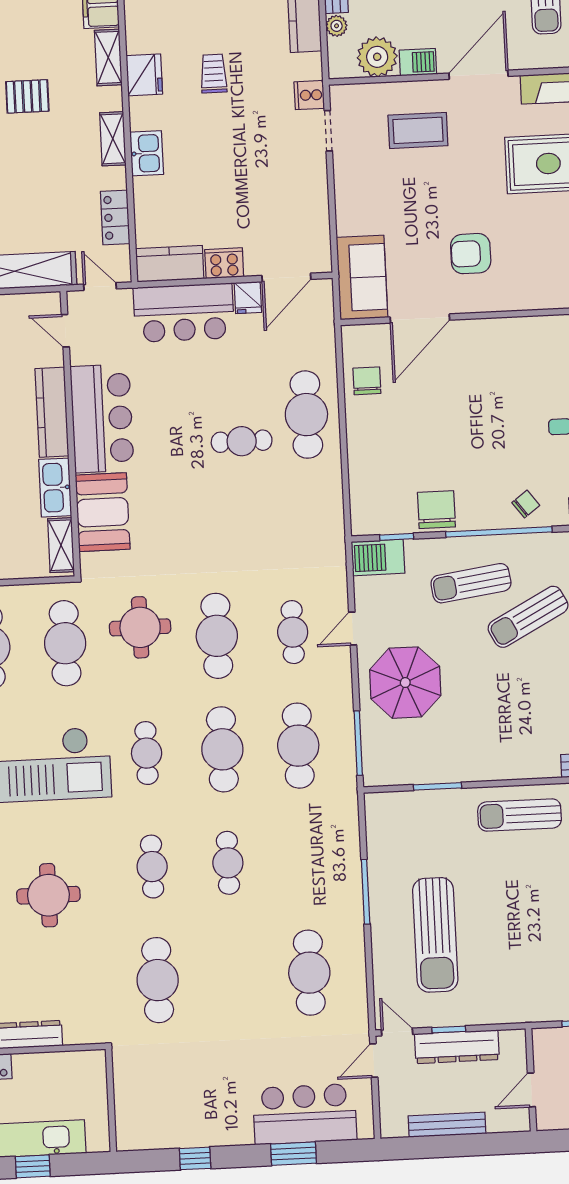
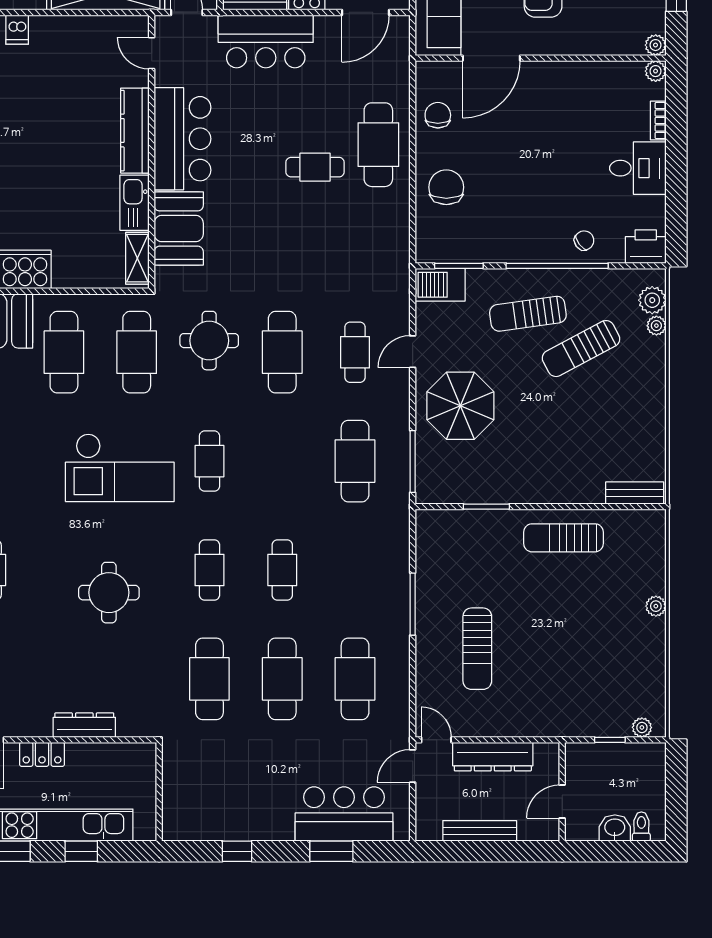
fridge: (248, 298) -> (328, 30), removed
chair: (436, 510) -> (446, 187), moved
window: (397, 537) -> (459, 266), width x1.50
cafe table: (222, 749) -> (282, 679), moved
sun lounger: (435, 935) -> (477, 649), width x0.73, depth x0.75
window: (449, 1030) -> (486, 740), removed

